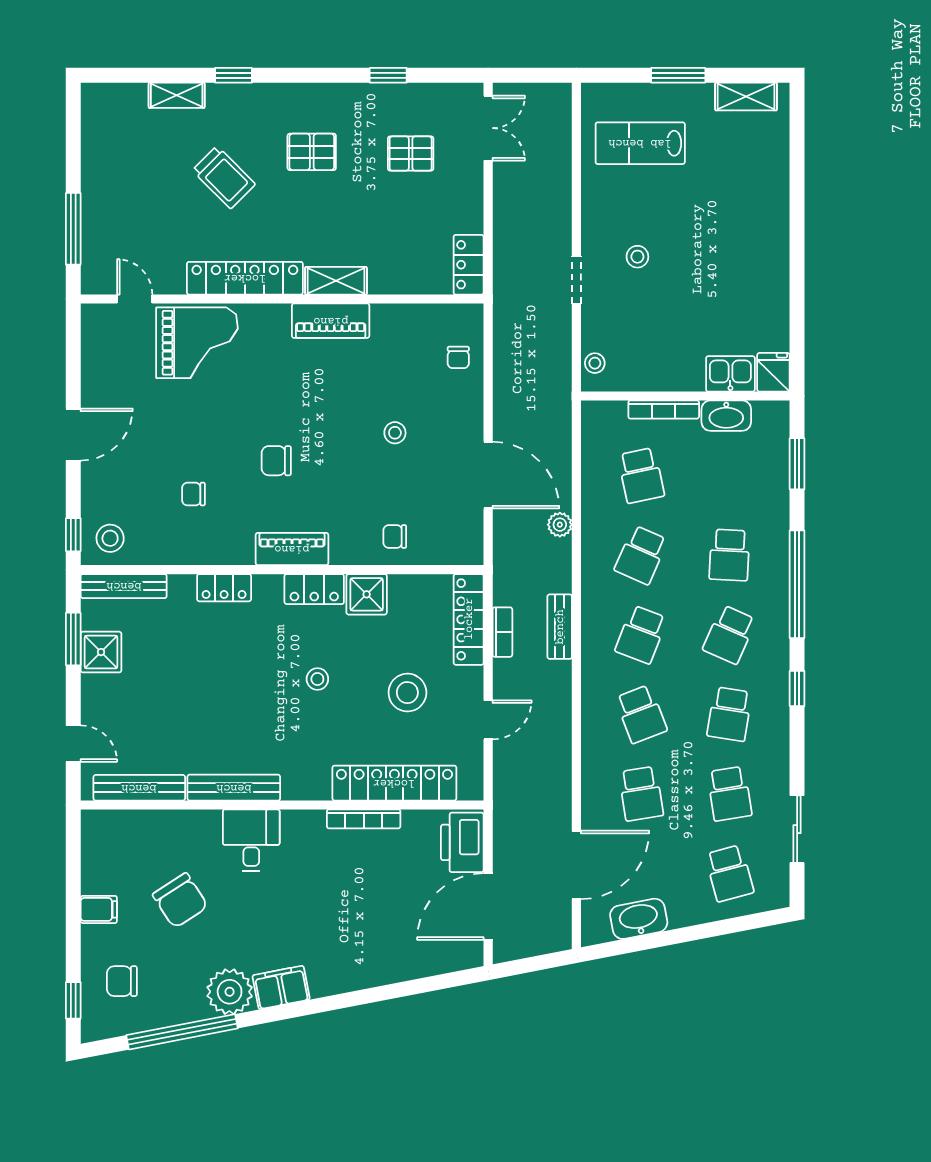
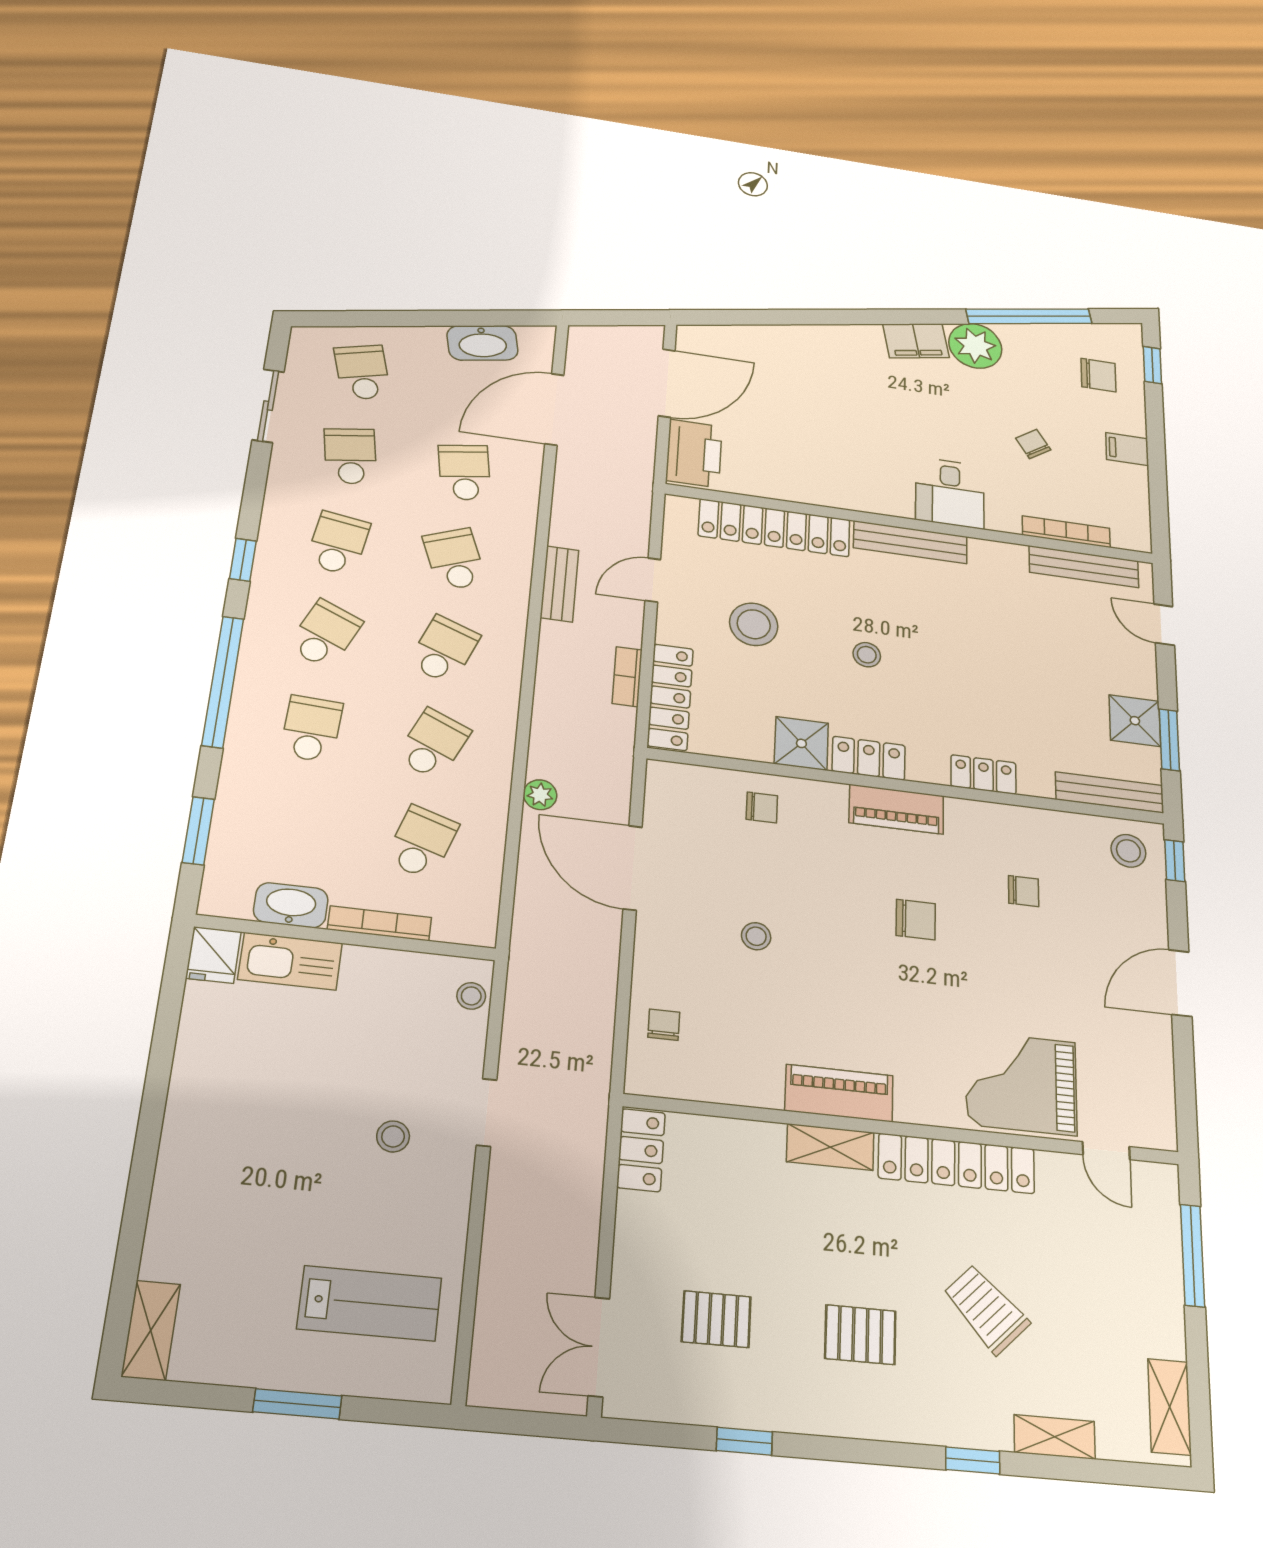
shelving: (746, 97) -> (151, 1330), moved, turned 90
shelving: (95, 122) -> (1169, 1407), added
kitchen sink: (730, 374) -> (290, 961), width x1.38
school desk: (641, 475) -> (422, 842), turned 30
bench: (560, 627) -> (560, 584), moved
bench: (234, 788) -> (910, 542), moved
bookcase: (364, 819) -> (1066, 532), moved
chair: (180, 900) -> (1033, 444), width x0.54, depth x0.54

